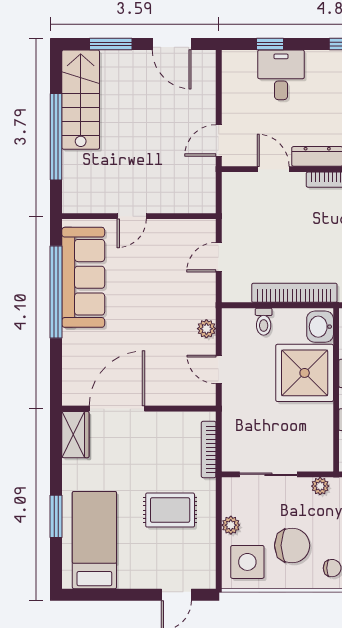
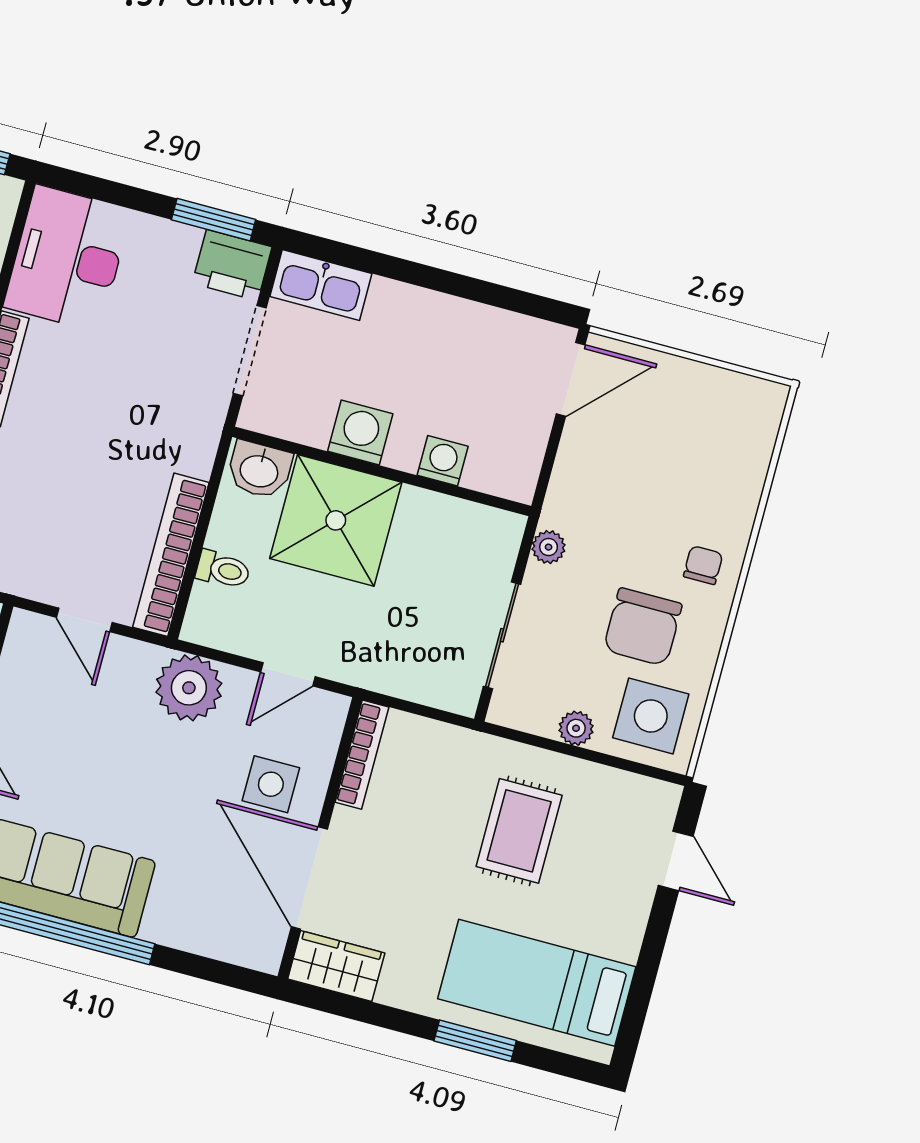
bookcase: (294, 293) -> (171, 555), moved
plant: (206, 329) -> (189, 688), width x1.87, depth x1.87
side table: (160, 376) -> (271, 784), added
bookcase: (209, 449) -> (362, 755), moved, turned -90
chair: (292, 545) -> (643, 627), turned 180

